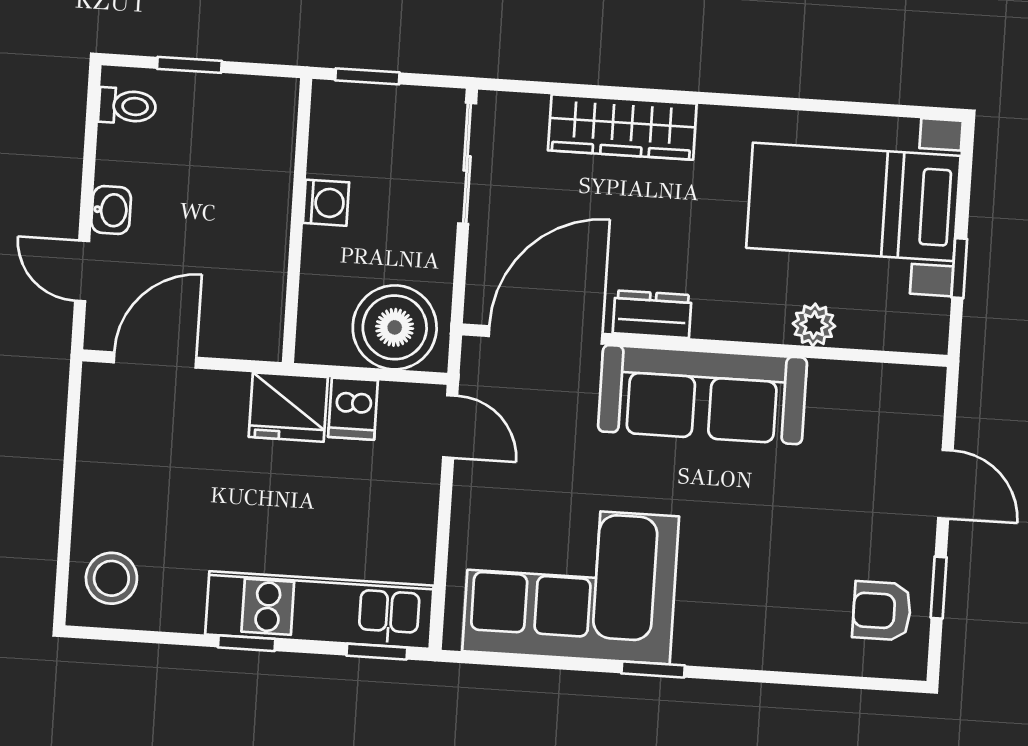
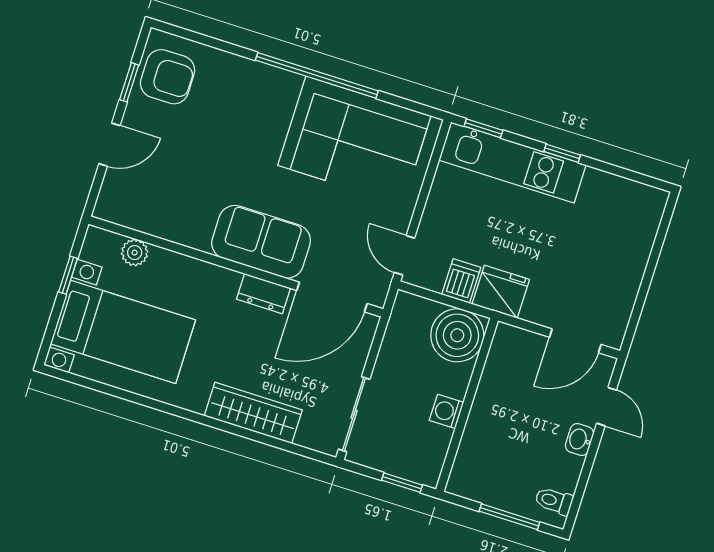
window: (189, 65) -> (509, 517), width x1.50
plant: (814, 325) -> (135, 253), moved
boiler: (395, 327) -> (457, 335), moved
sofa: (703, 395) -> (261, 242), width x0.73
door: (945, 484) -> (109, 145), swing flipped
stool: (111, 578) -> (635, 214), removed
armchair: (882, 611) -> (168, 77), width x1.38, depth x1.38
window: (653, 669) -> (317, 75), width x3.17

